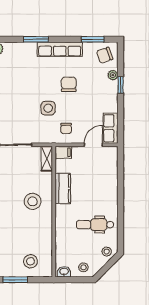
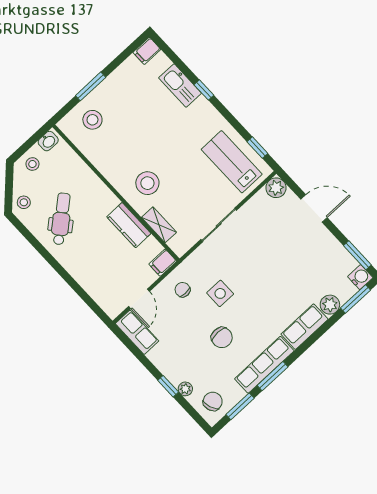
window: (36, 39) -> (273, 376), moved
row of seats: (20, 50) -> (305, 327), added
shelving: (47, 159) -> (159, 225), moved
dental chair: (95, 225) -> (61, 219), turned -40

